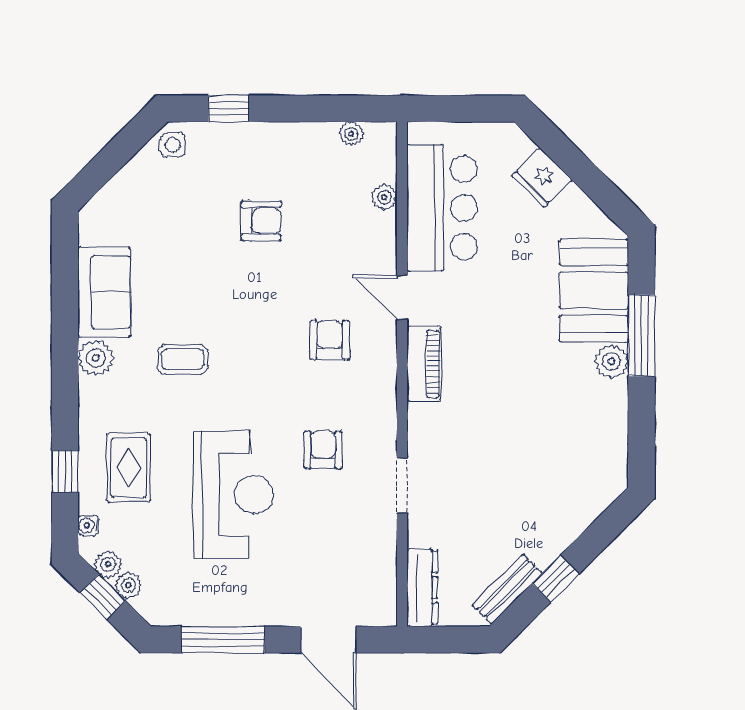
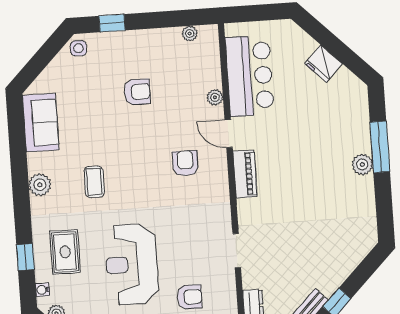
fridge: (542, 178) -> (323, 64), moved
plant: (384, 197) -> (215, 97), moved
booth: (594, 290) -> (348, 121), removed
sofa: (104, 292) -> (41, 123), moved
coffee table: (183, 359) -> (94, 182), turned 90
armchair: (323, 450) -> (190, 297), moved, turned 90
reception desk: (233, 495) -> (132, 264), turned 180

